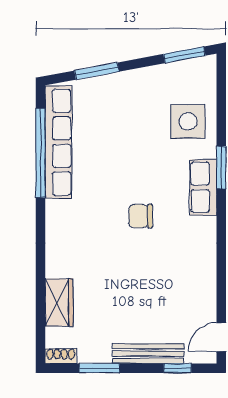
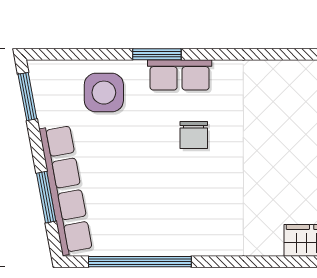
row of seats: (59, 142) -> (66, 190), moved, turned 79
chair: (141, 216) -> (194, 135), moved

